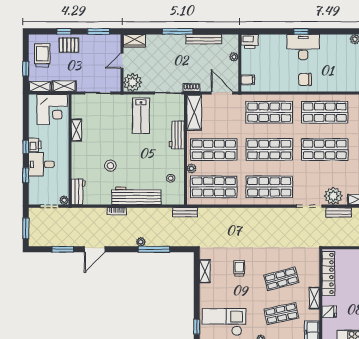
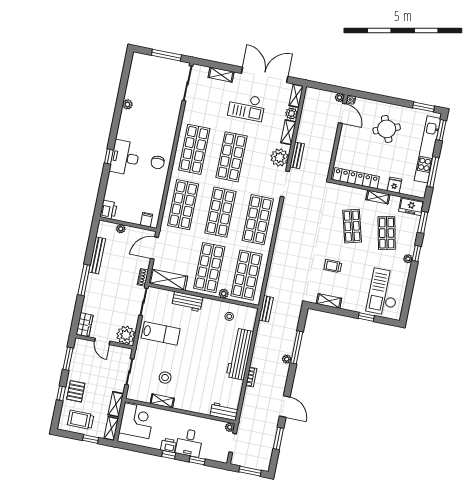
stool: (110, 166) -> (165, 378), moved
window: (197, 327) -> (366, 317), moved

